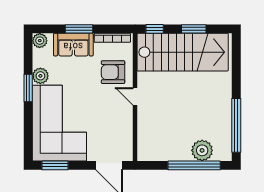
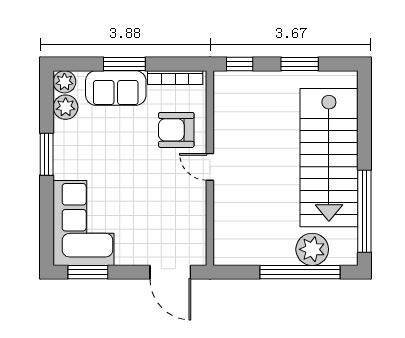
stairs: (183, 52) -> (329, 158), moved, turned 90
plant: (40, 76) -> (66, 107), moved
corner sofa: (59, 123) -> (84, 223), width x0.73, depth x0.74

